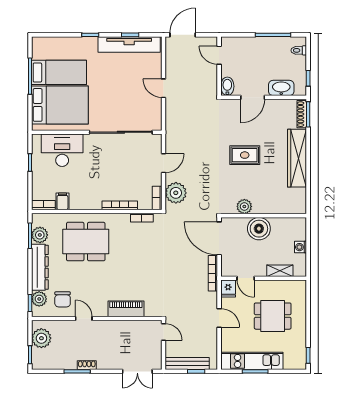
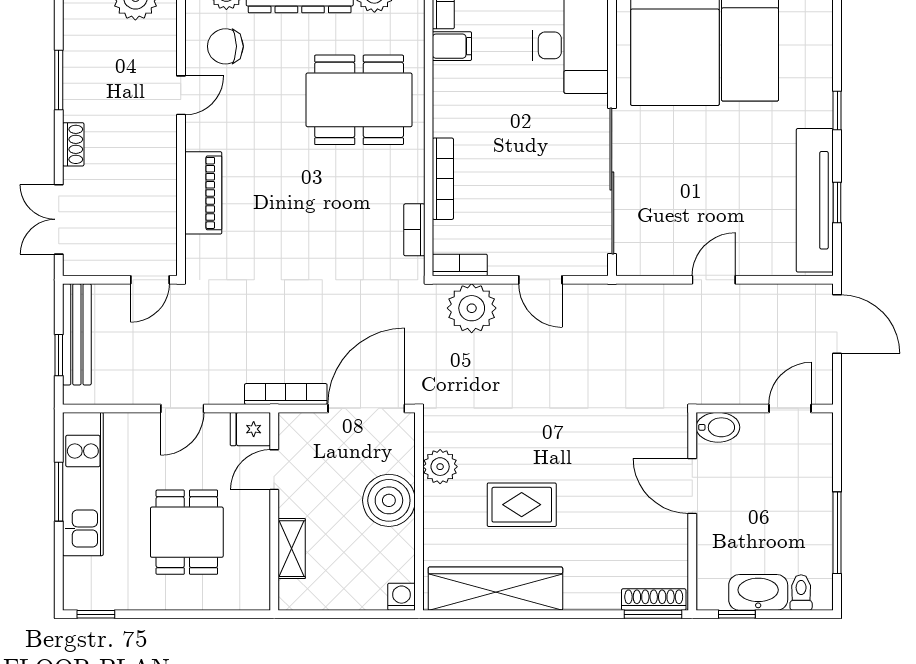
washbasin: (281, 88) -> (758, 592), moved, turned -90
rug: (245, 155) -> (522, 505), moved, turned 90
wardrobe: (297, 158) -> (495, 589), moved
dining table: (86, 242) -> (359, 100), turned 90
washing machine: (301, 247) -> (401, 597), moved
shoe rack: (87, 365) -> (73, 144), moved

